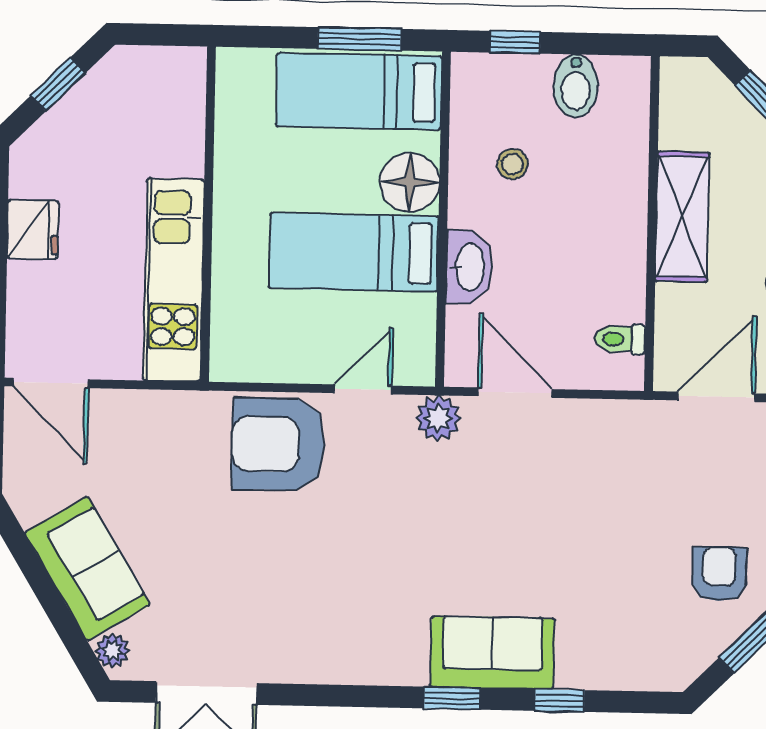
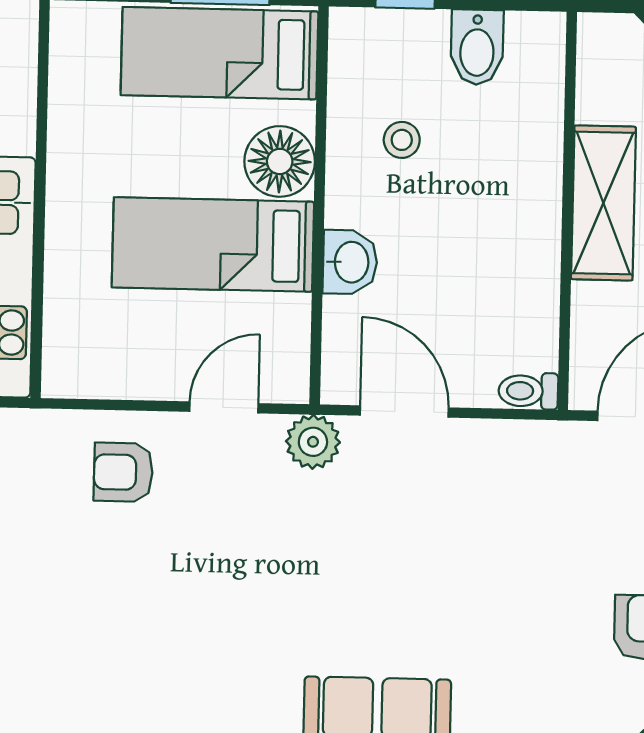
washbasin: (469, 267) -> (350, 262), width x0.72
toilet: (620, 339) -> (528, 391), moved
armchair: (278, 444) -> (123, 472), width x0.53, depth x0.53

